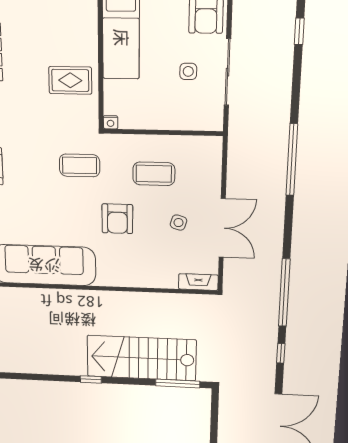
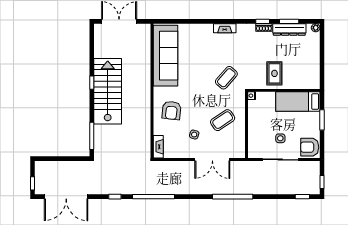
coffee table: (80, 165) -> (226, 78), turned 41
coffee table: (154, 174) -> (223, 120), turned 56
armchair: (117, 219) -> (172, 110), moved, turned -84
double door: (222, 228) -> (212, 160), moved
stairs: (141, 358) -> (108, 91), moved

